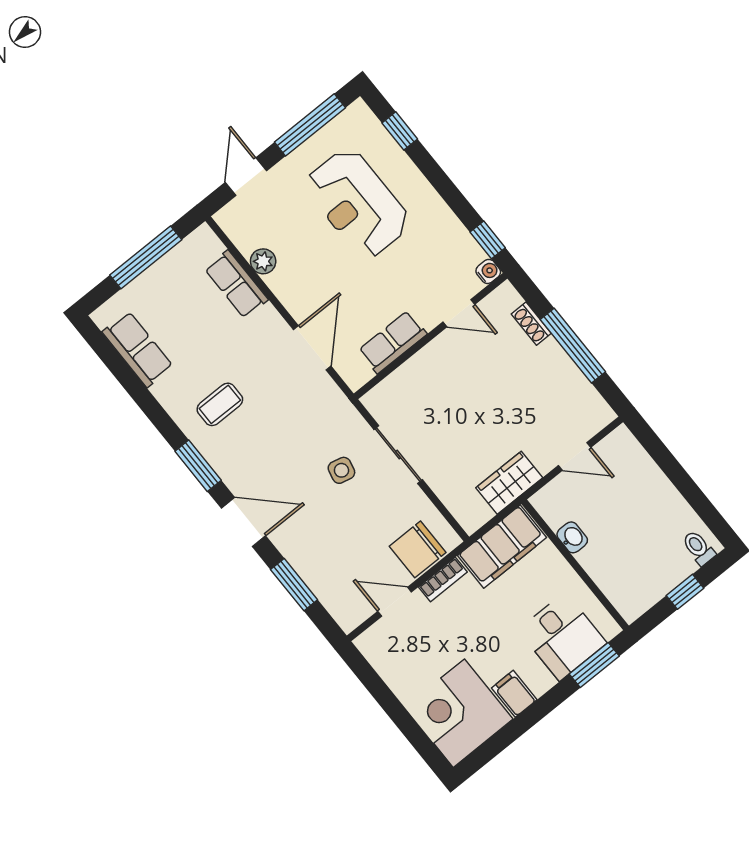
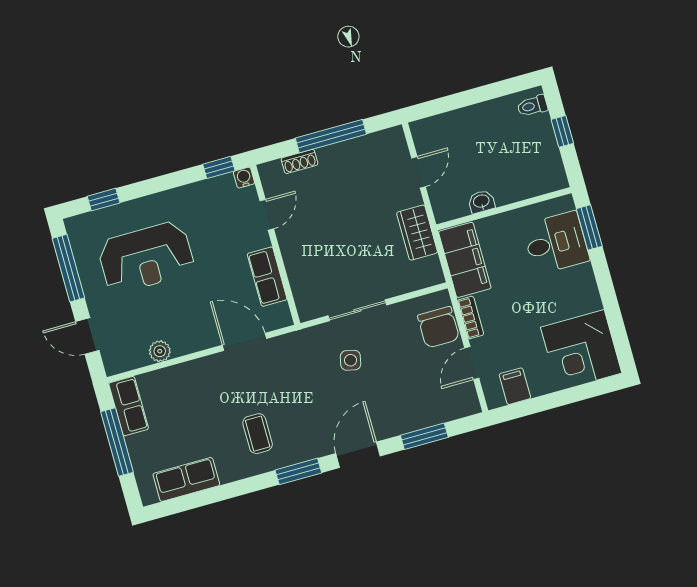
row of seats: (236, 284) -> (129, 406), moved, turned -90
filing cabinet: (514, 694) -> (515, 386), moved, turned 90

